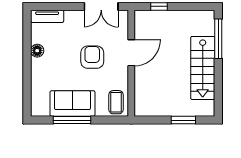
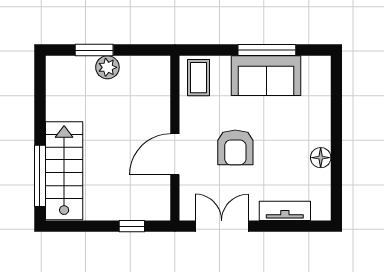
tv unit: (47, 16) -> (285, 211), moved
stairs: (203, 68) -> (64, 171), moved
plant: (175, 109) -> (107, 67), added

